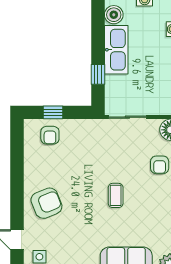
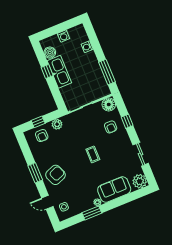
window: (98, 74) -> (47, 71), moved
plant: (80, 128) -> (57, 124), added
window: (17, 187) -> (35, 173), added

